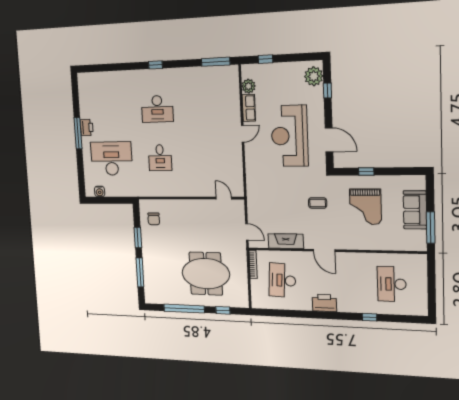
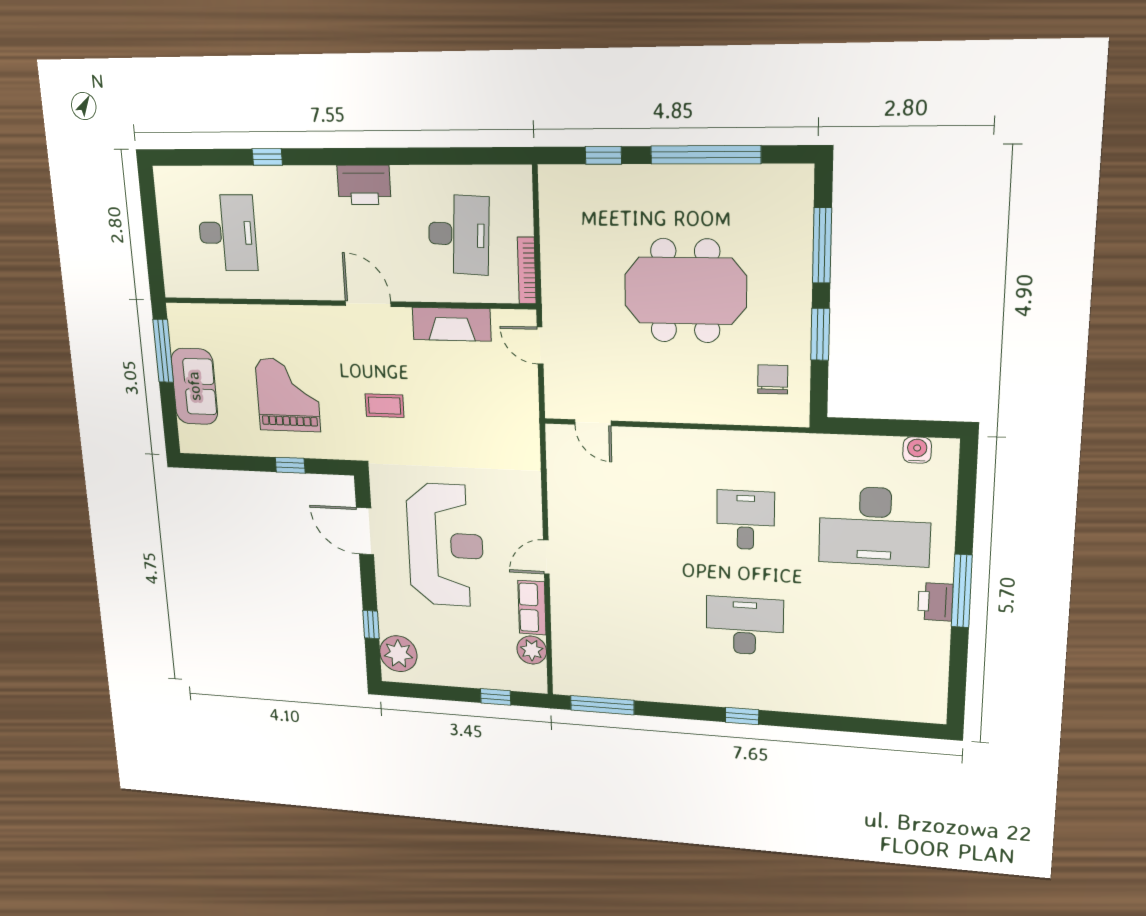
meeting table: (206, 274) -> (685, 291), moved

